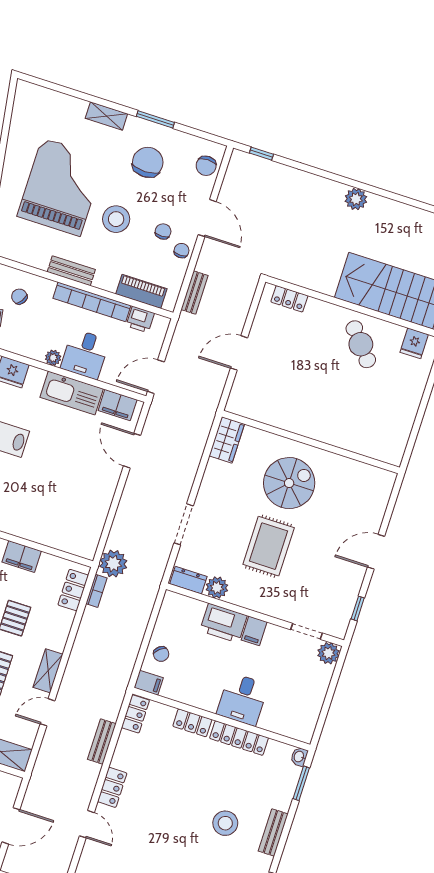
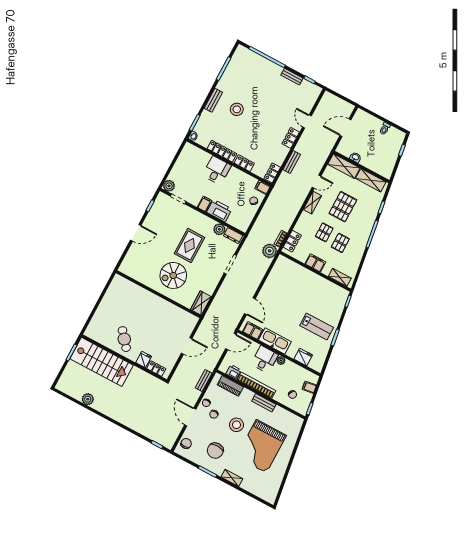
plant: (356, 199) -> (88, 399), moved
fridge: (414, 343) -> (144, 359), moved

